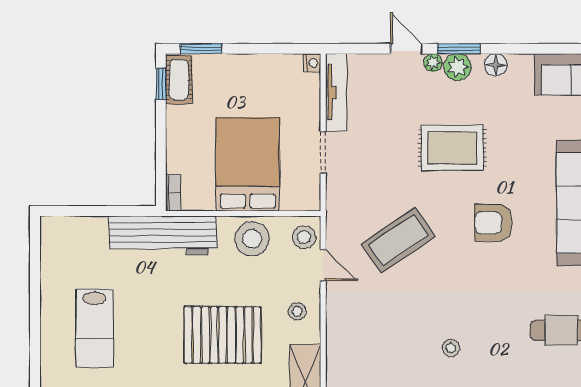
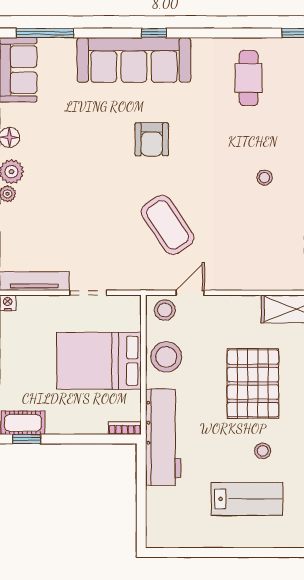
rug: (452, 148) -> (84, 176), removed
stool: (297, 311) -> (263, 451), moved

